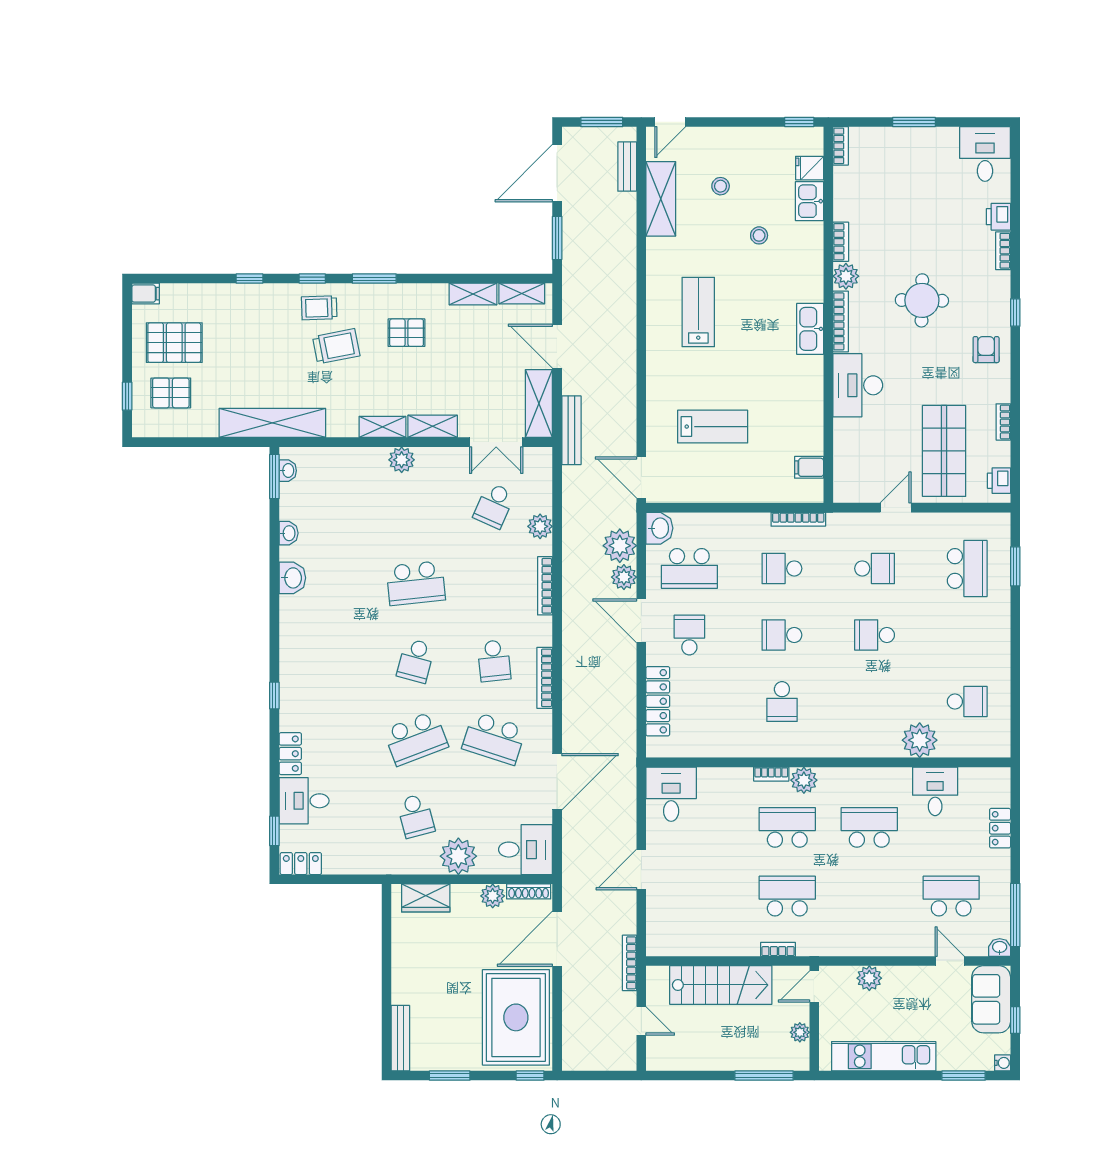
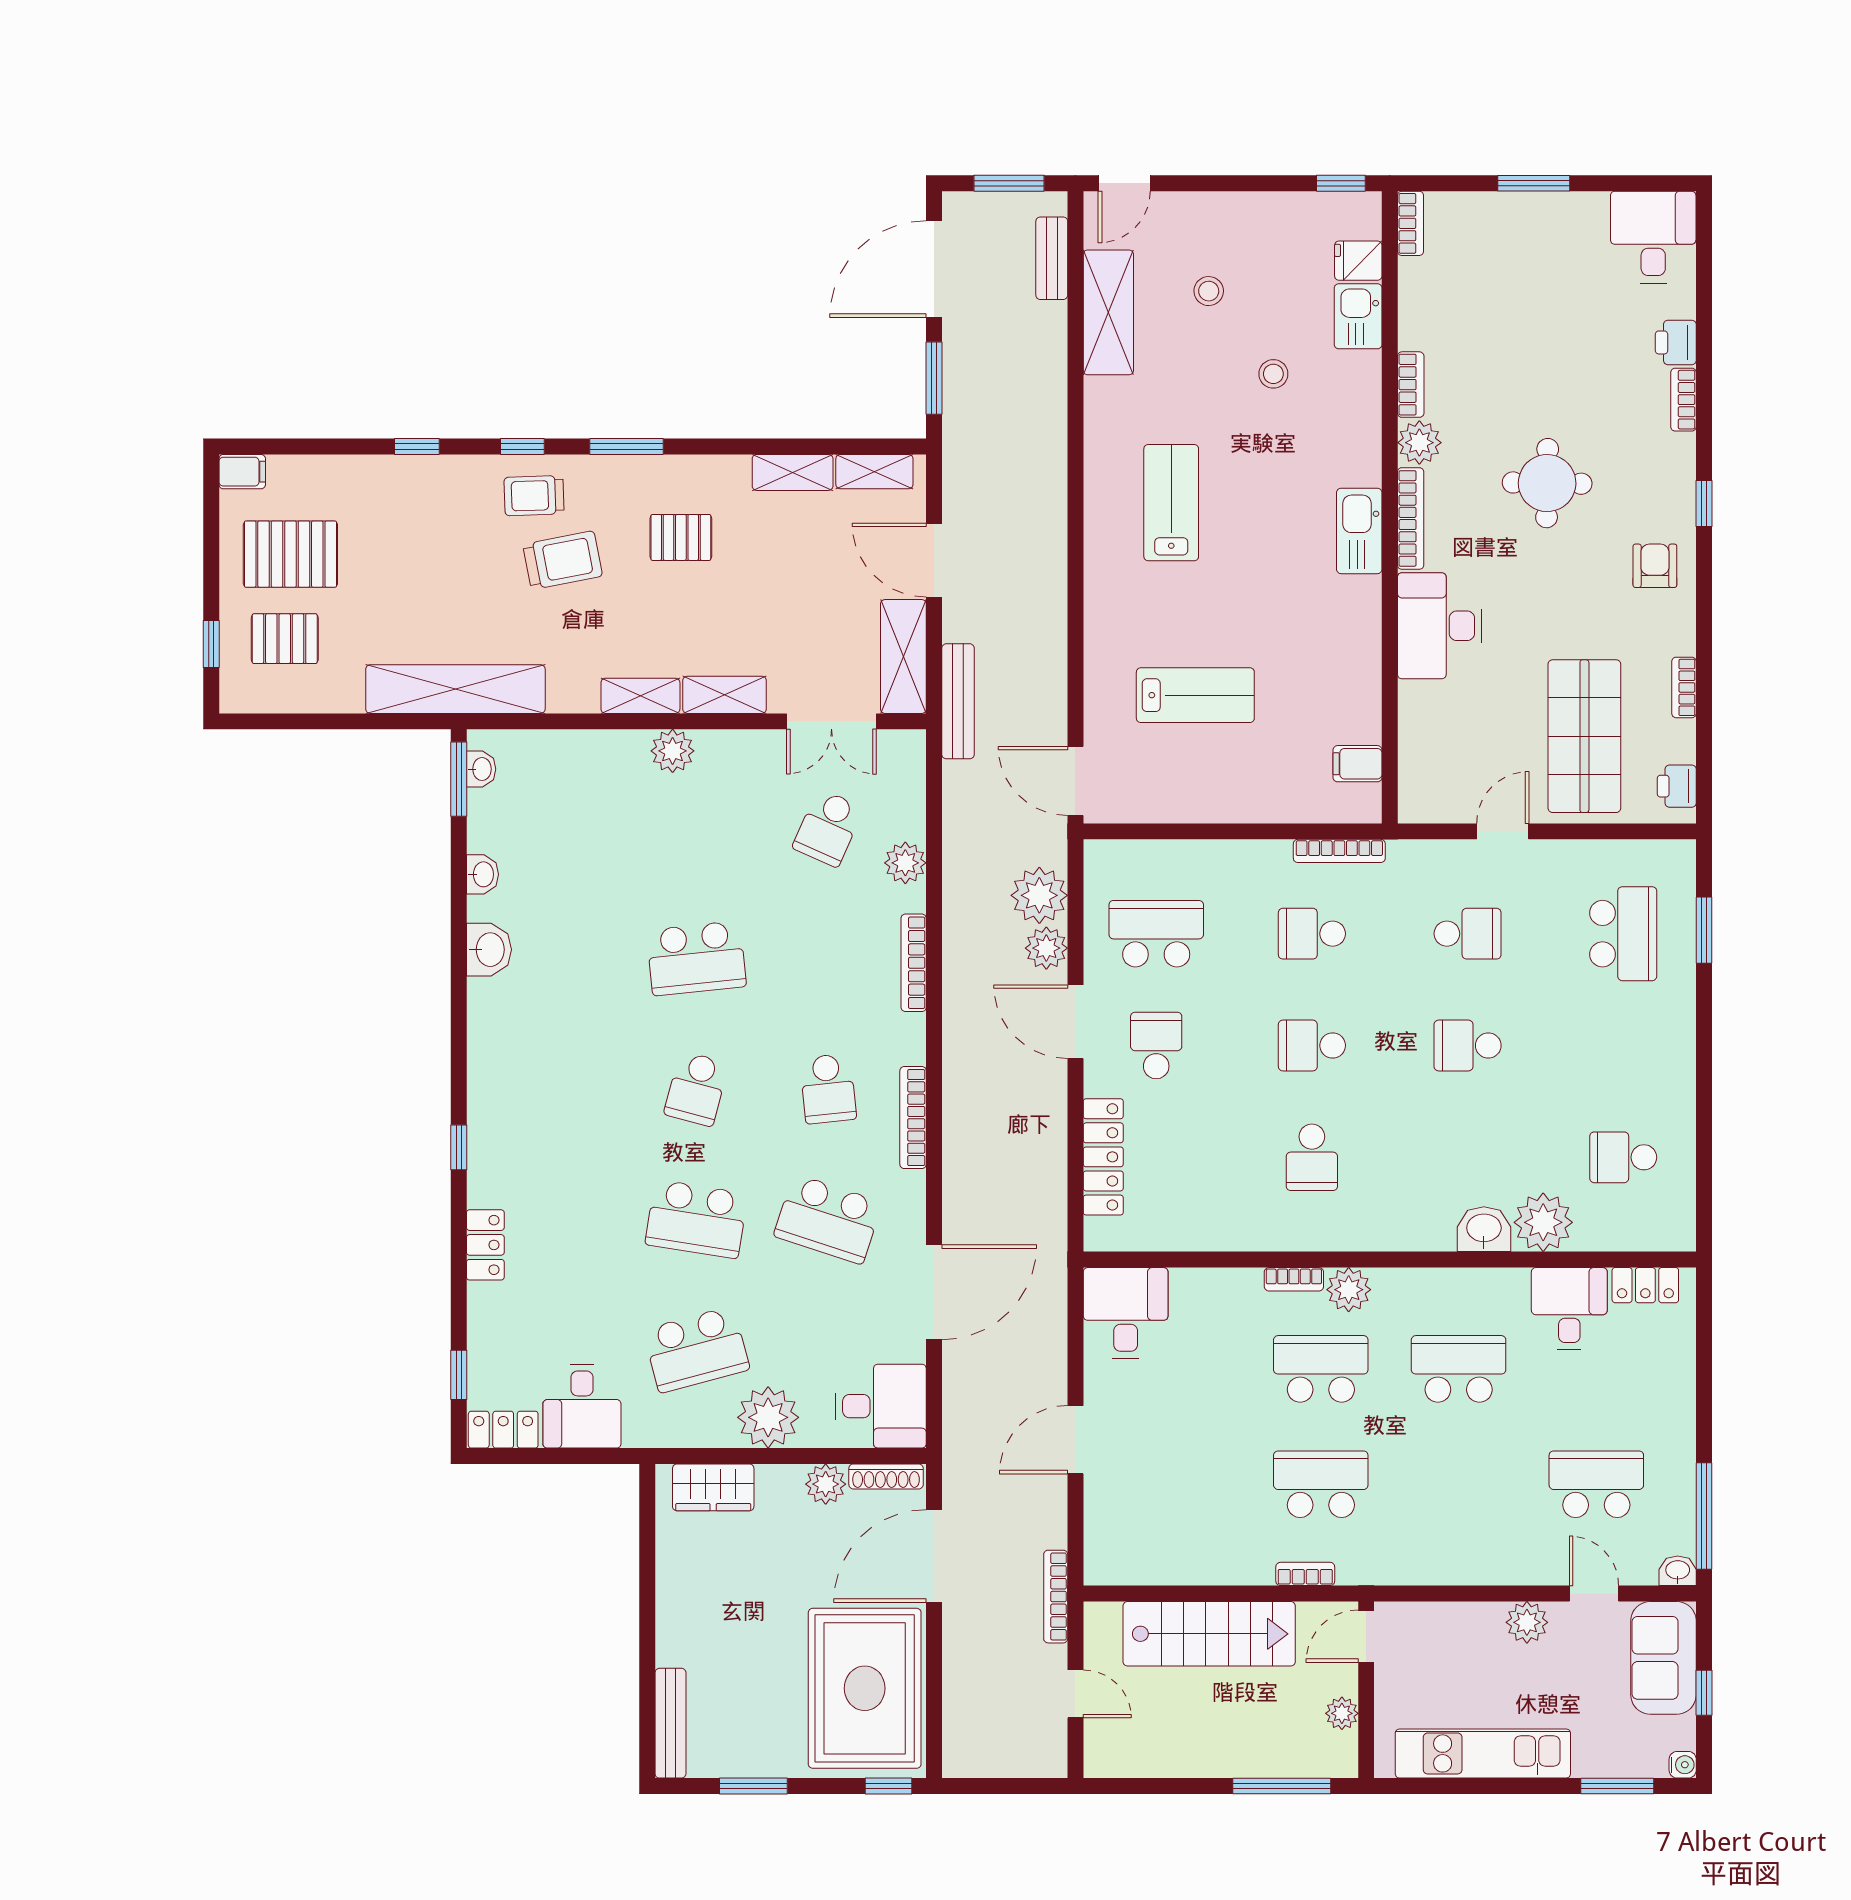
washbasin: (659, 528) -> (1484, 1229), moved, turned -90
school desk: (689, 568) -> (1156, 934), turned 180
school desk: (967, 702) -> (1623, 1157), turned 180
school desk: (416, 738) -> (696, 1219), turned 30
desk: (304, 801) -> (582, 1406), moved, turned -90
school desk: (416, 816) -> (696, 1350), width x1.85
locker: (1000, 828) -> (1645, 1285), moved, turned -90
plant: (869, 978) -> (1527, 1622), moved

